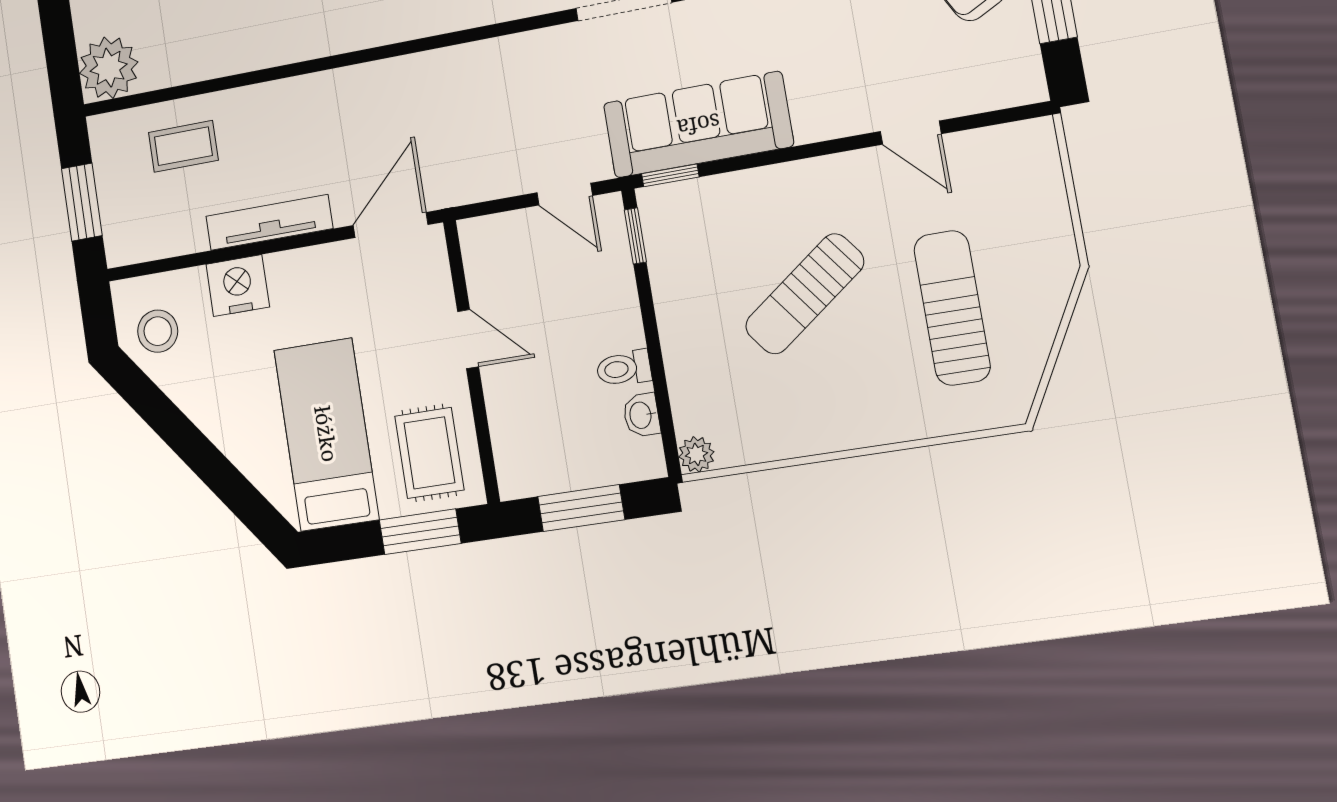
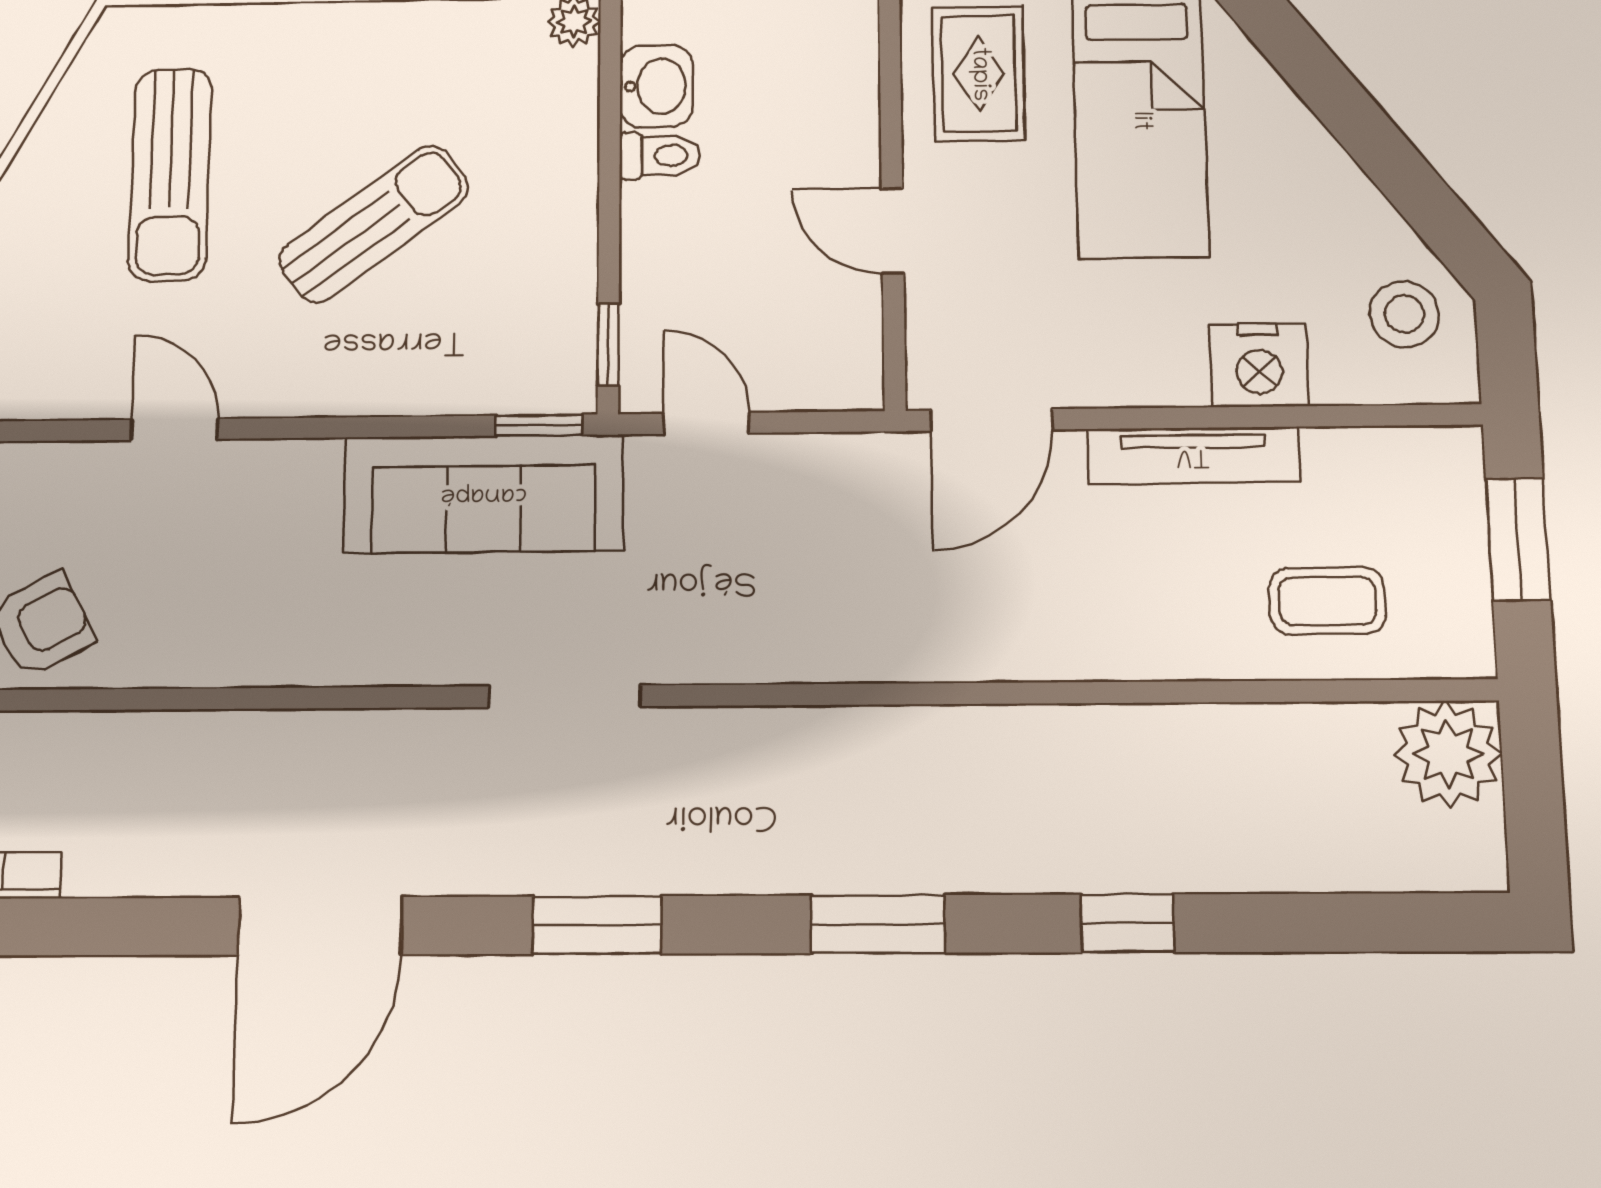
washbasin: (641, 415) -> (656, 86), width x1.38, depth x1.45

